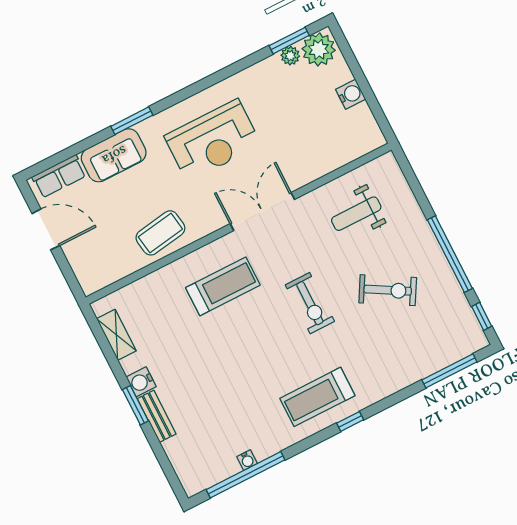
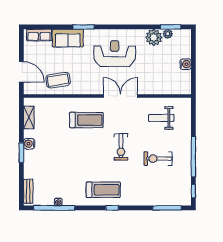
plant: (319, 49) -> (154, 37), moved
reception desk: (213, 140) -> (115, 54), turned 180
door: (46, 229) -> (21, 72), moved
coffee table: (160, 233) -> (58, 80), moved
exercise bike: (388, 290) -> (158, 159), turned 150
treadmill: (317, 397) -> (103, 190), turned 180
bench: (157, 416) -> (28, 191), moved

